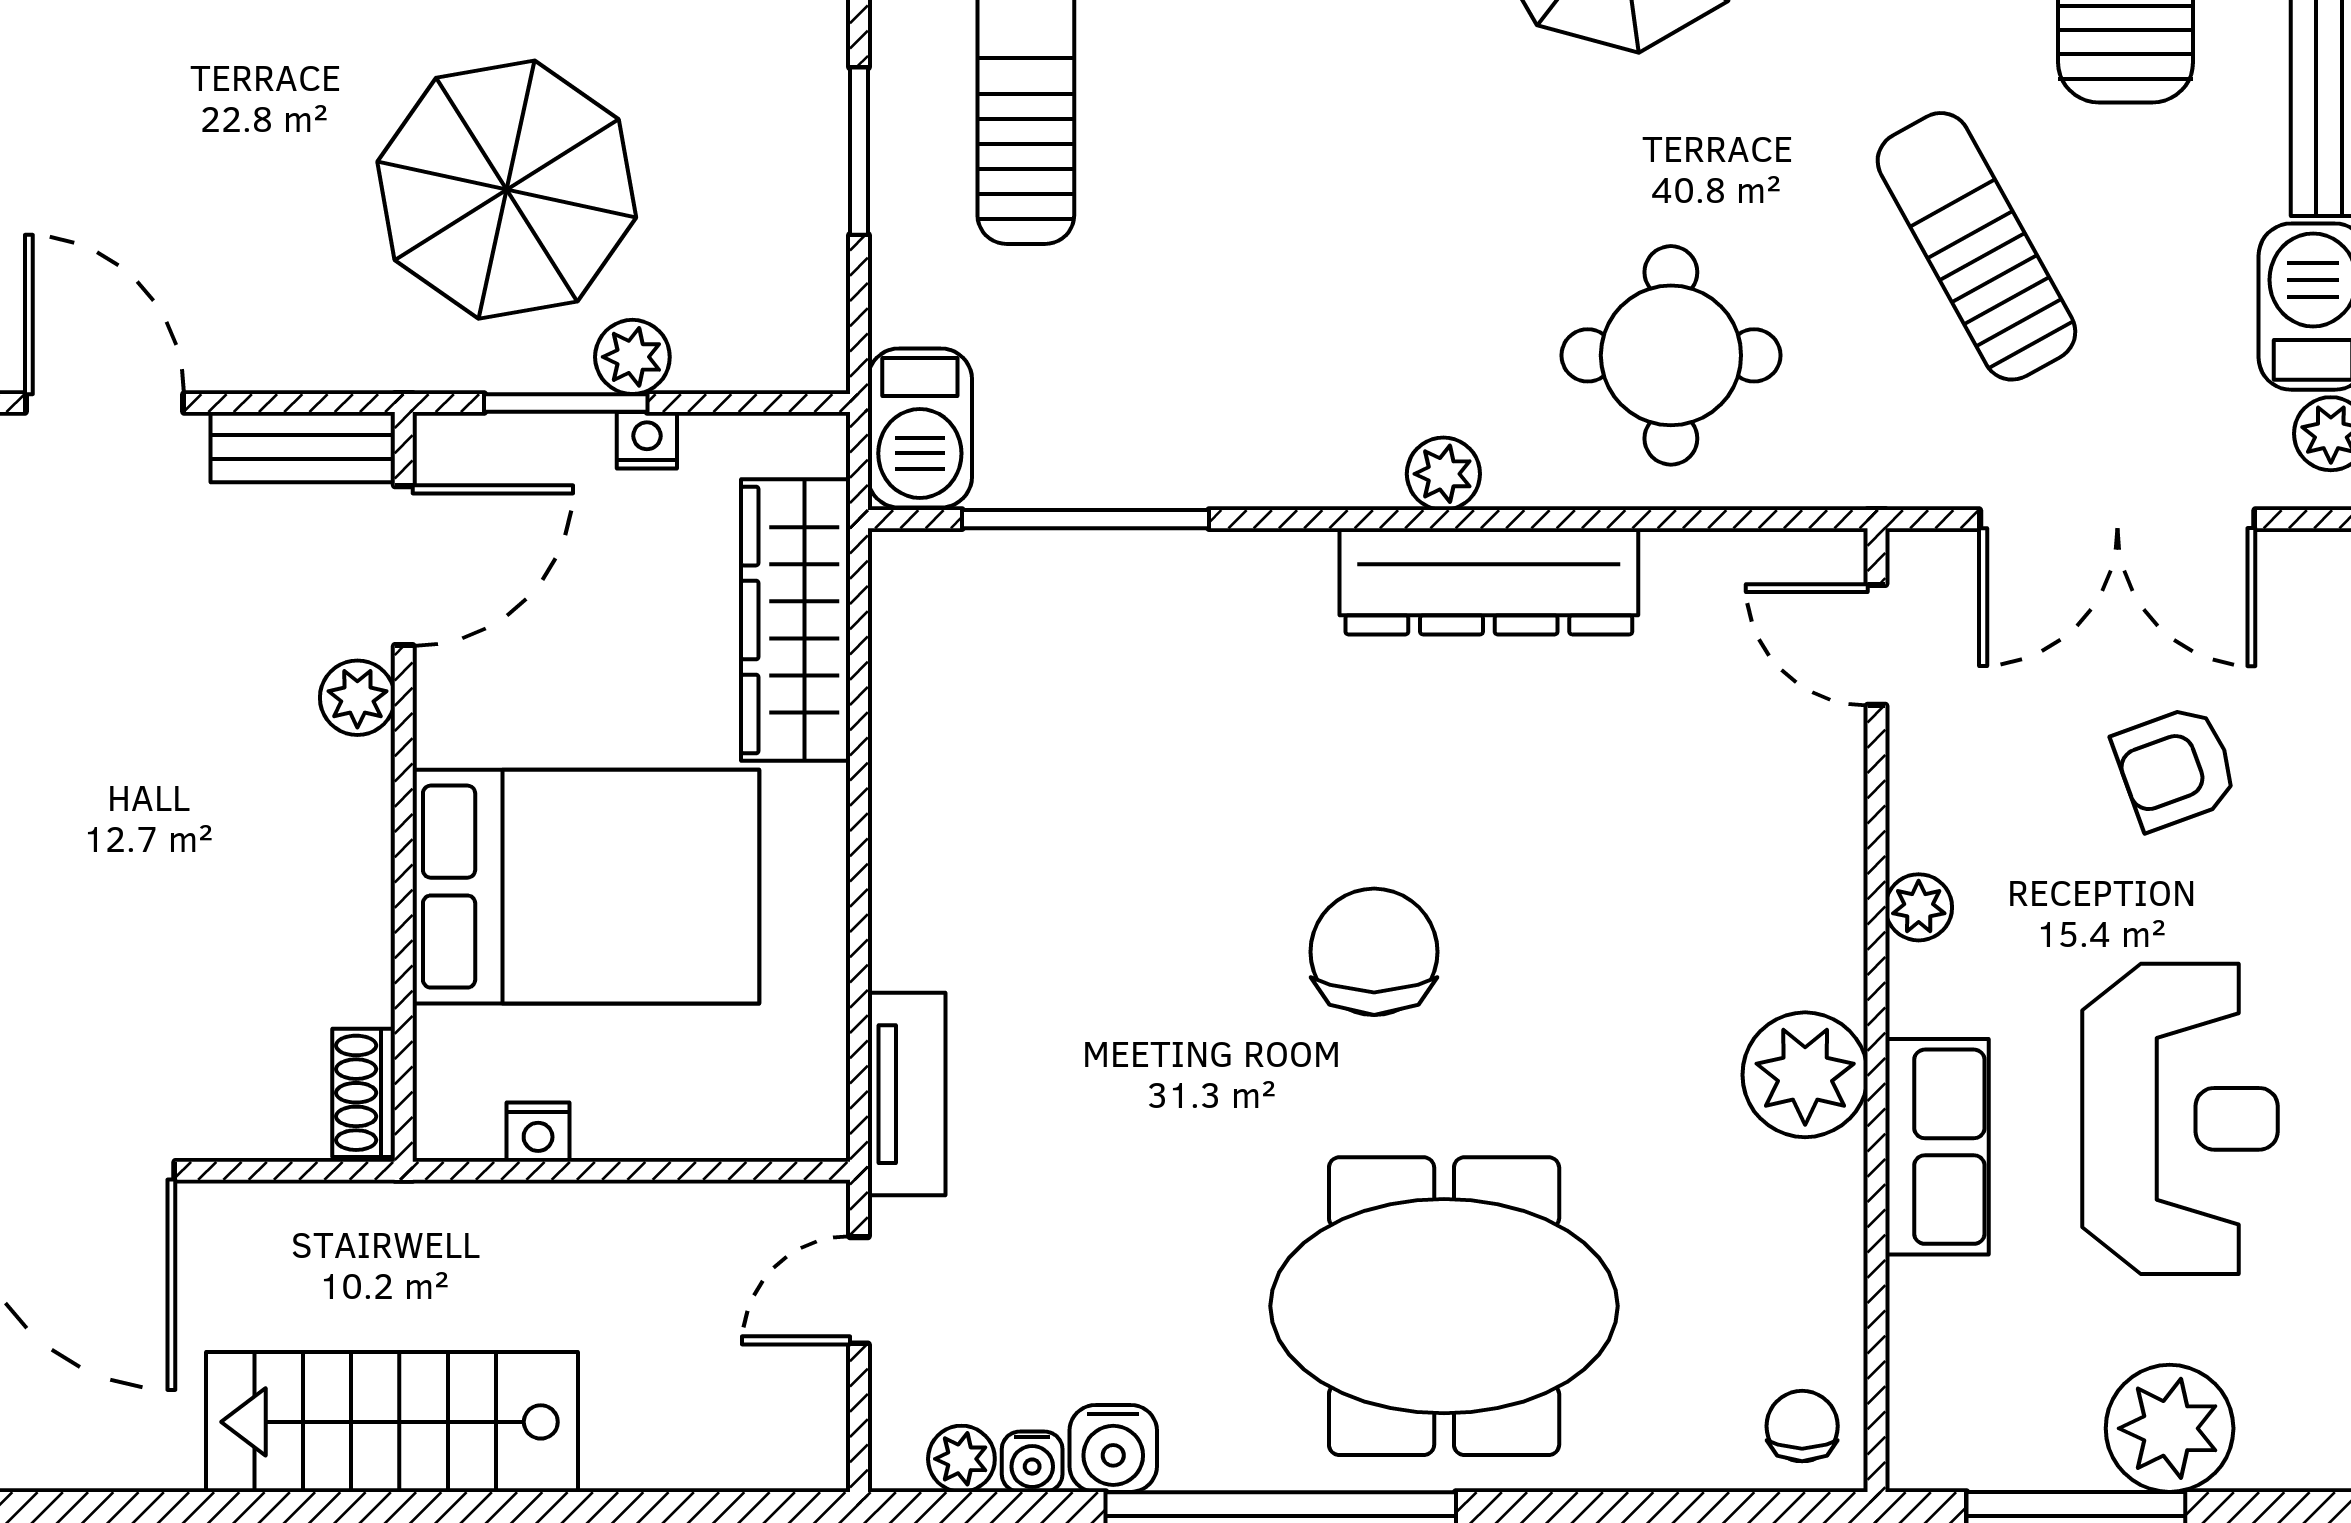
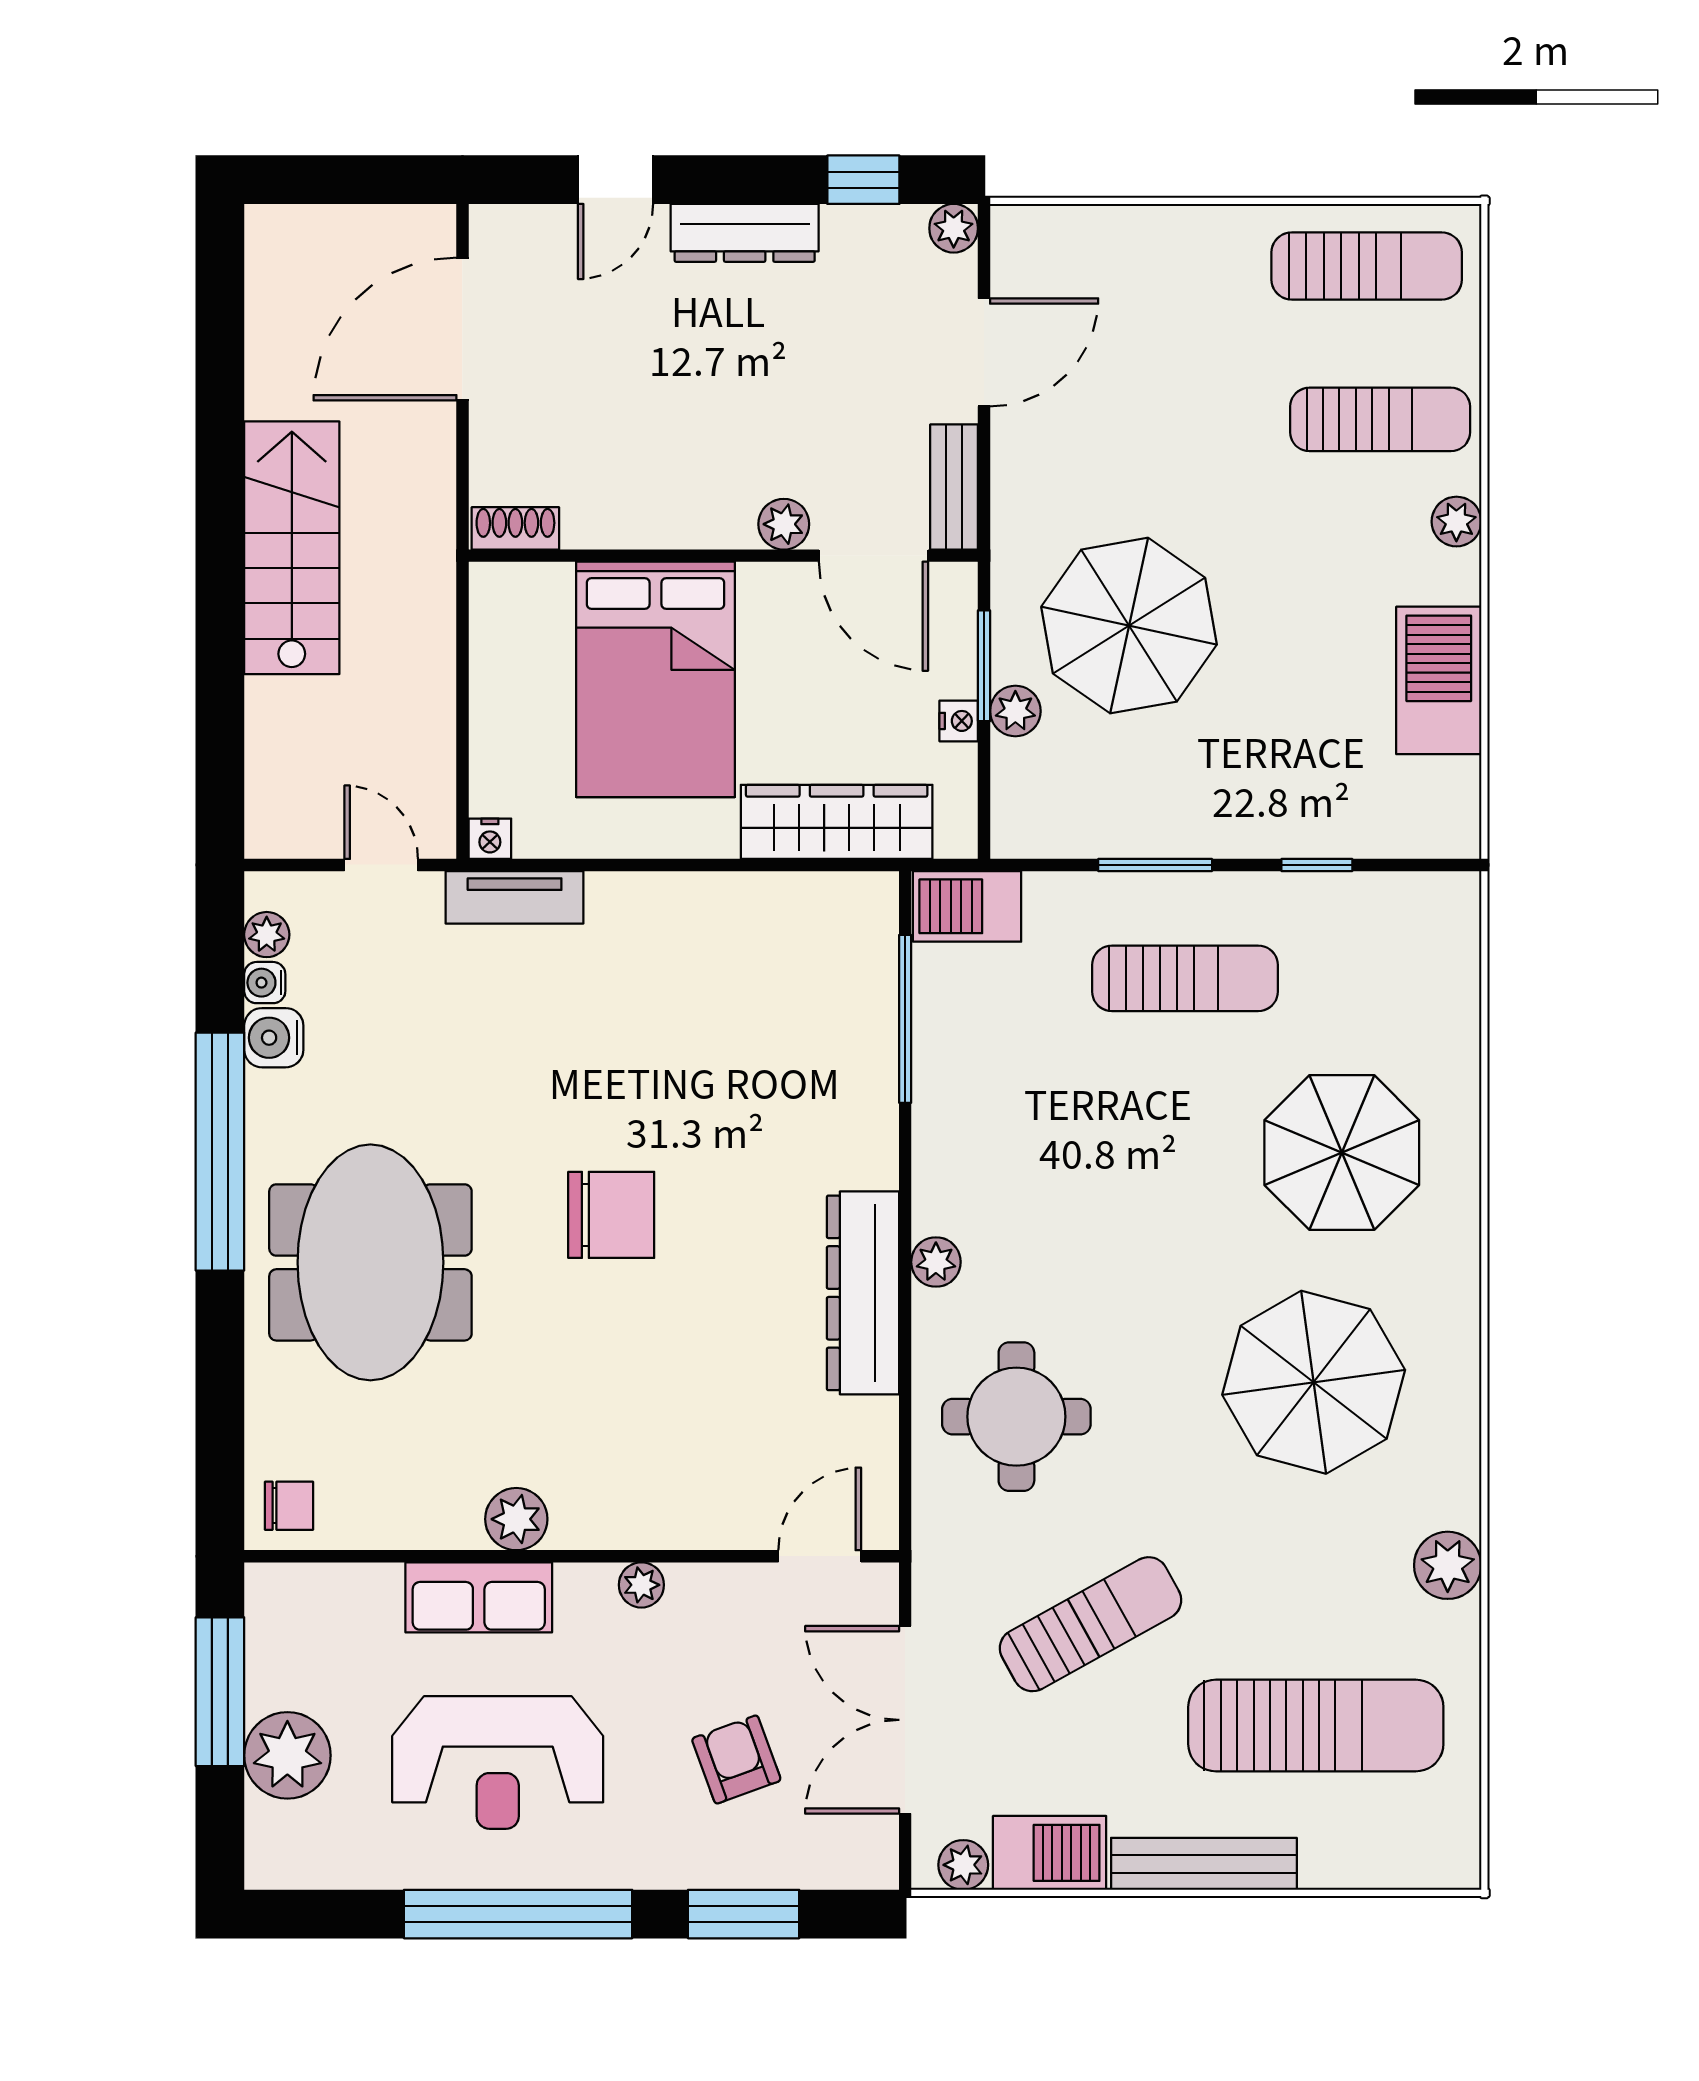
plant: (1805, 1075) -> (516, 1519), width x0.73, depth x0.73
nightstand: (538, 1132) -> (490, 839), moved, turned -90

